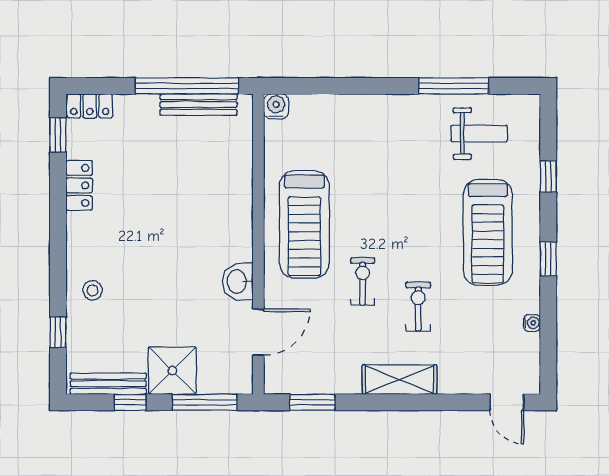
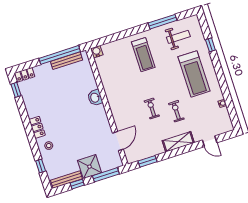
locker: (79, 185) -> (37, 127), moved
treadmill: (304, 224) -> (143, 55), moved, width x0.73, depth x0.73
window: (548, 259) -> (221, 77), removed
washbasin: (238, 282) -> (95, 98), moved
door: (507, 402) -> (210, 141), moved

